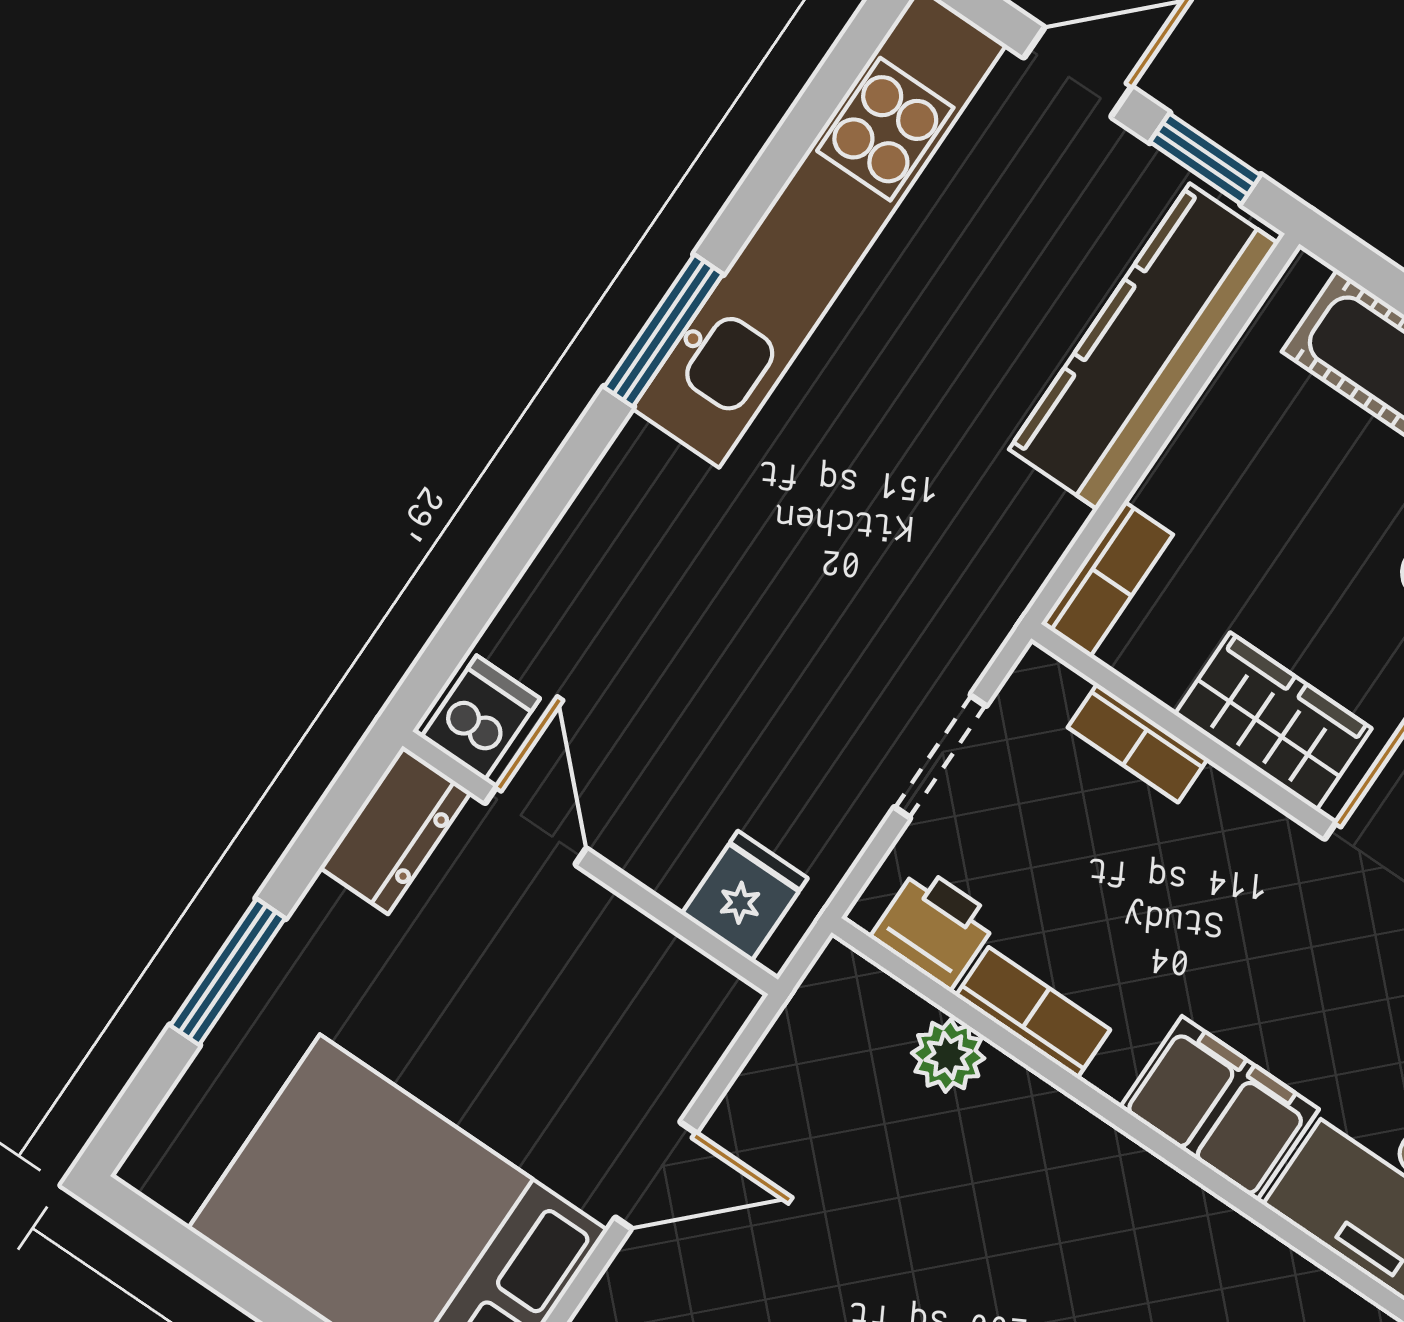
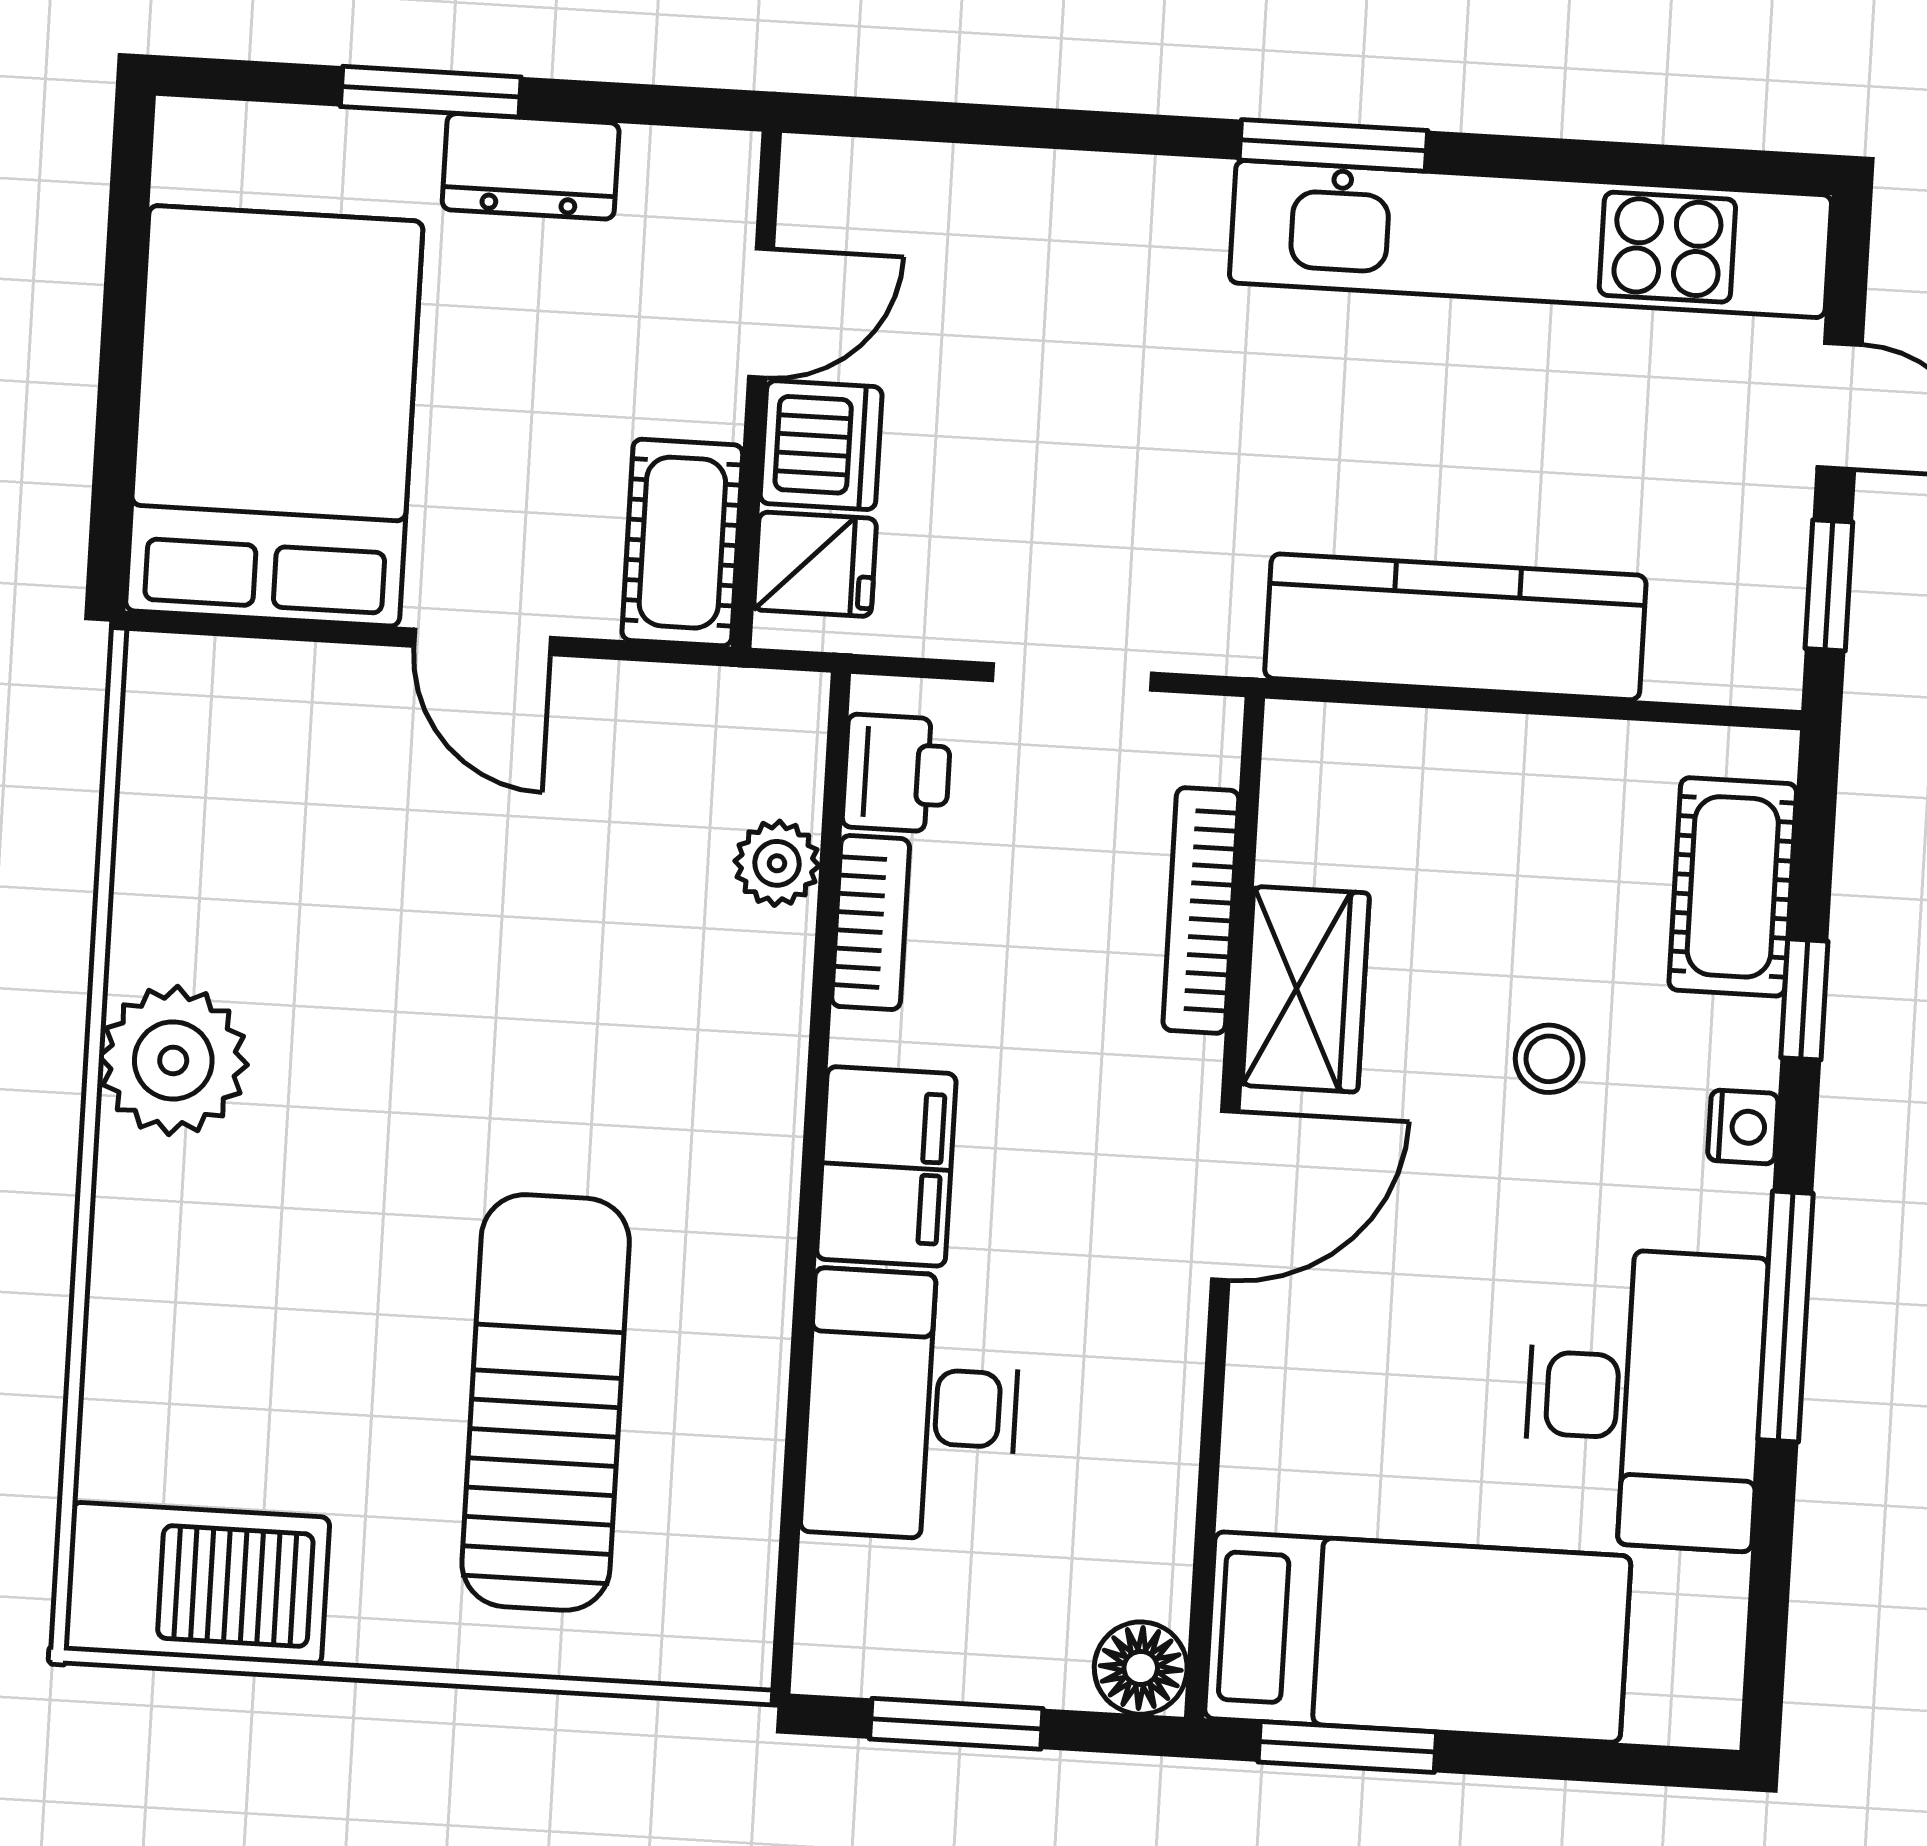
kitchen counter: (1144, 346) -> (1455, 627), moved
bookcase: (1107, 579) -> (1349, 738), removed
dishwasher: (481, 718) -> (821, 445), moved, width x1.38
bookcase: (1138, 743) -> (1201, 910), width x1.56
dresser: (395, 830) -> (531, 166), moved
cot: (670, 984) -> (682, 543), added

